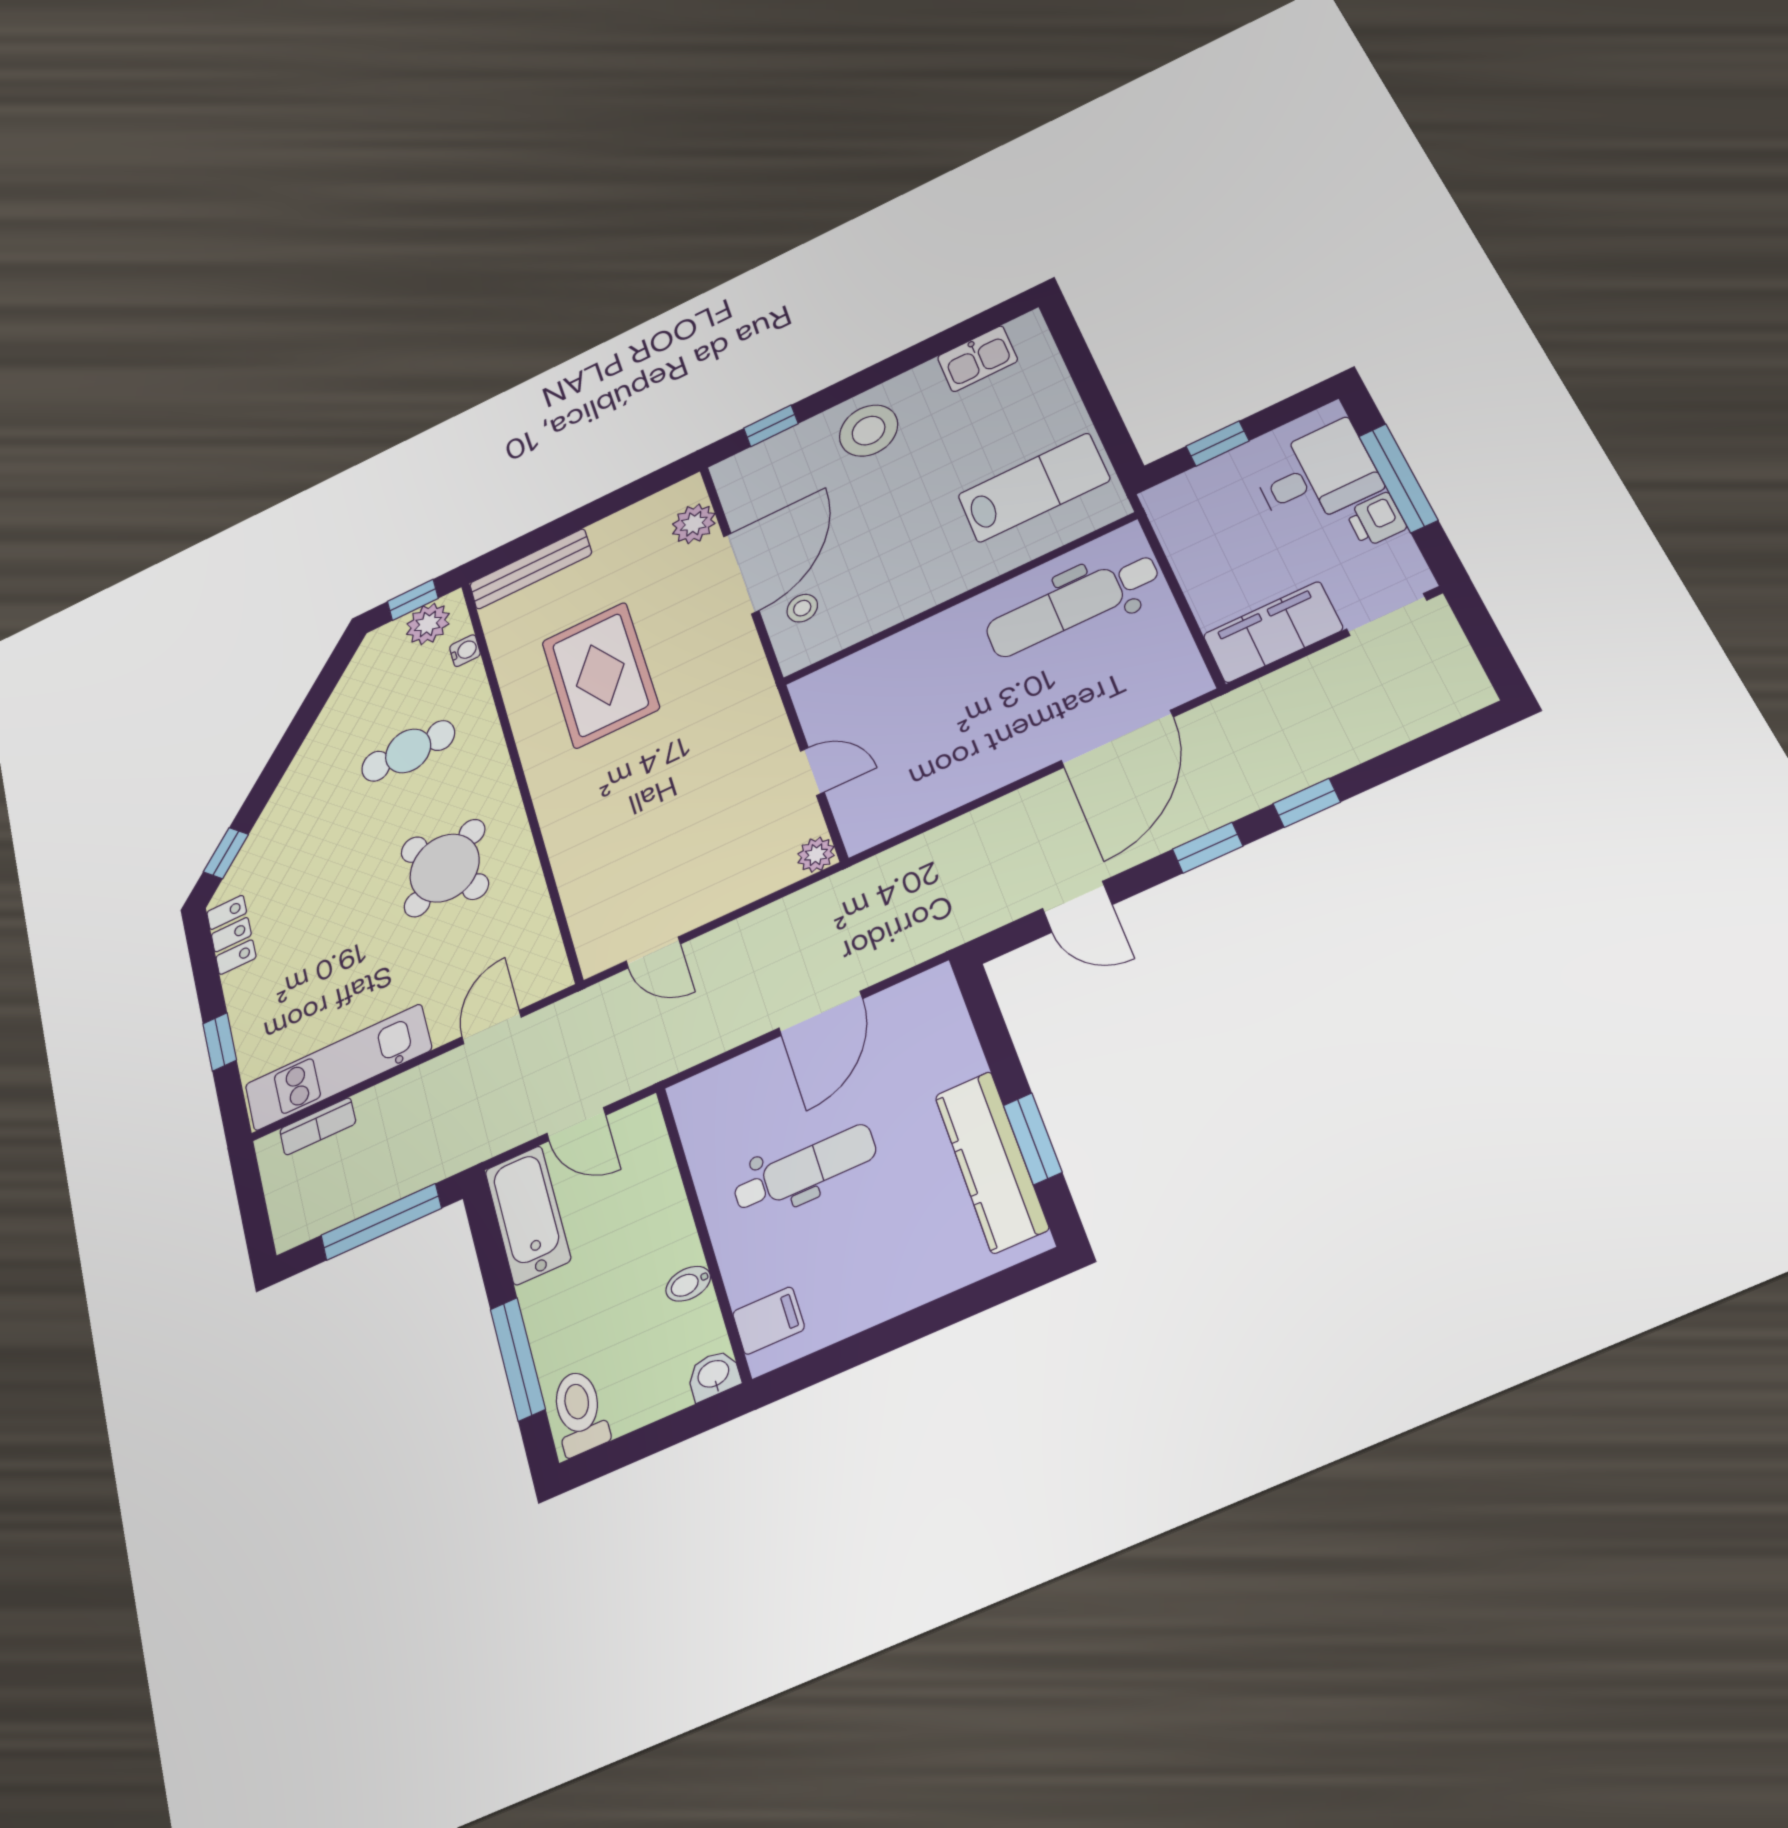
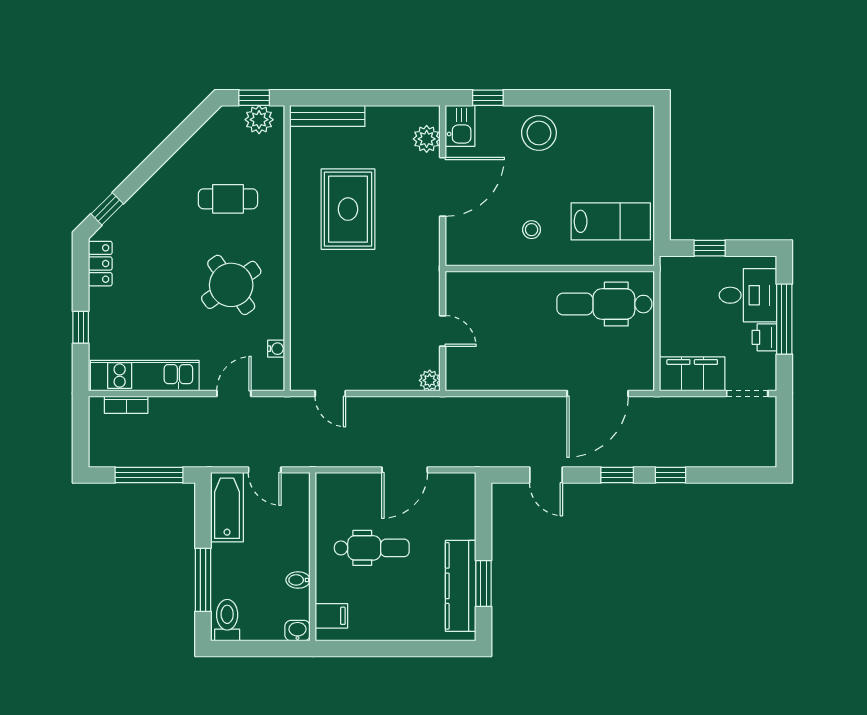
kitchen sink: (977, 359) -> (460, 126), moved, turned -90
stool: (802, 608) -> (532, 230), moved
water cooler: (465, 651) -> (276, 349), moved

